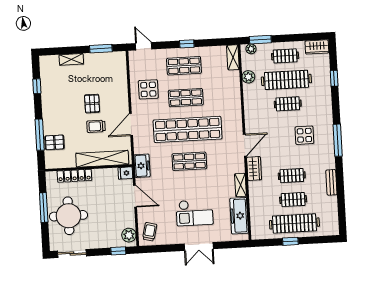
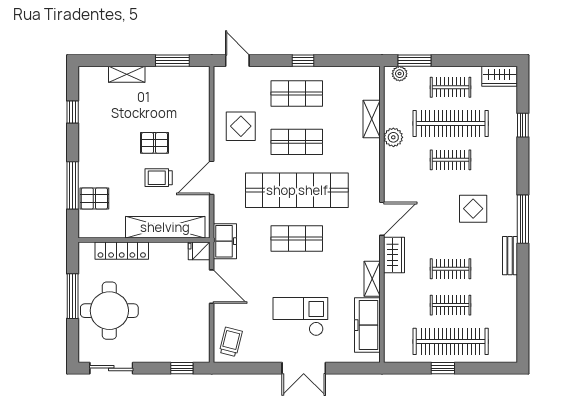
shelving: (233, 57) -> (372, 119), moved
plant: (248, 77) -> (393, 137), moved
pallet: (92, 104) -> (154, 143), turned 90
bench: (331, 182) -> (510, 256), moved
checkout: (195, 213) -> (300, 317), turned 180
plant: (129, 235) -> (199, 345), removed

